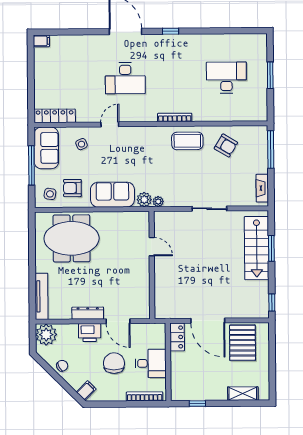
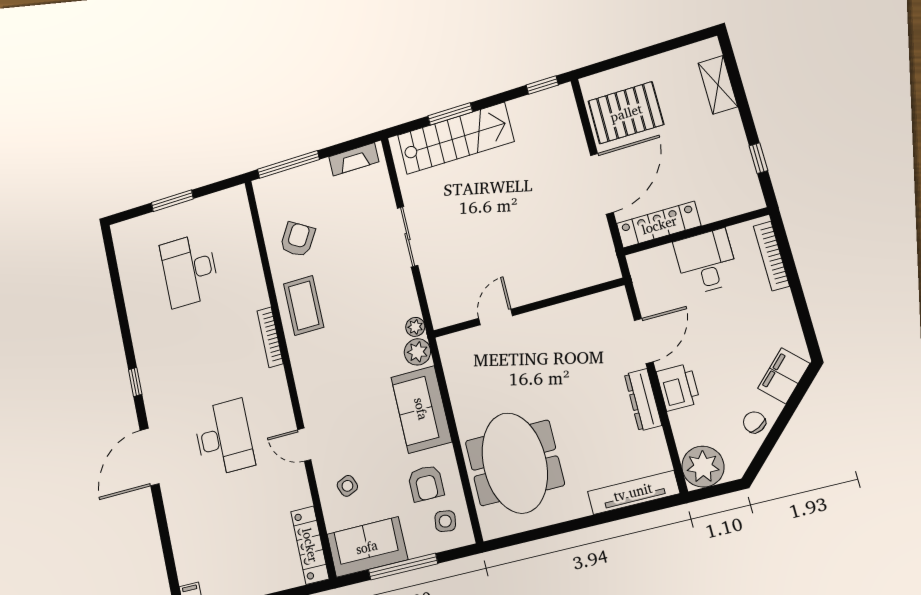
locker: (177, 337) -> (659, 225), width x1.53
chair: (114, 363) -> (724, 328), removed
filing cabinet: (86, 391) -> (784, 376), width x2.00

